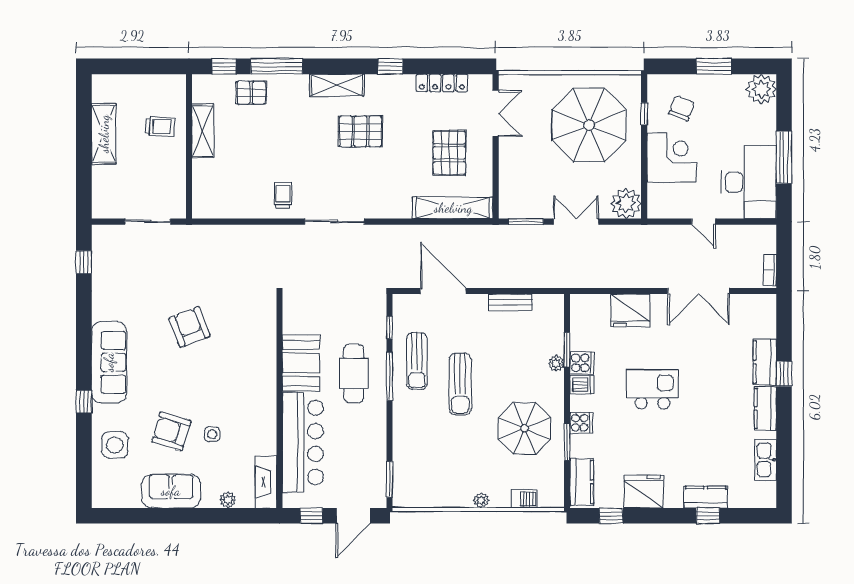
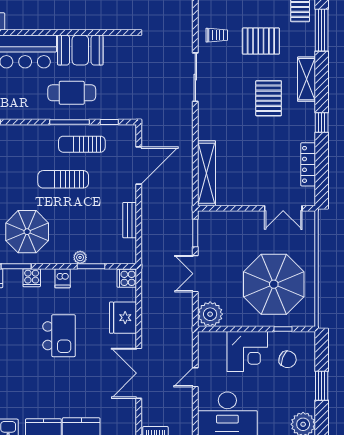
pallet: (449, 153) -> (261, 41), moved
double door: (576, 222) -> (195, 274), swing flipped
cooker: (582, 363) -> (127, 278), moved, turned 90

